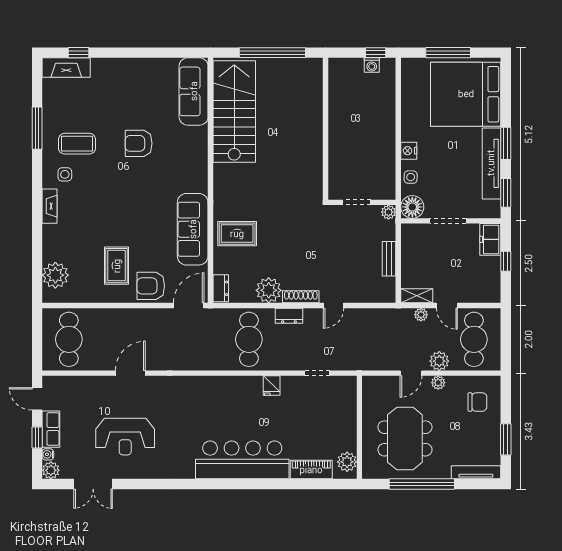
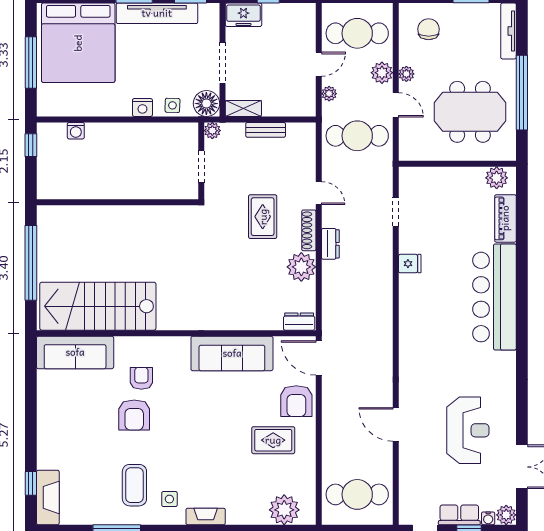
washing machine: (372, 65) -> (76, 131), moved, turned 90
armchair: (171, 150) -> (141, 378), added
rug: (237, 234) -> (263, 217), moved
shelving: (417, 296) -> (243, 108), moved, turned 90
cafe table: (249, 339) -> (357, 136), moved

